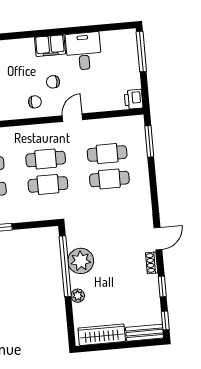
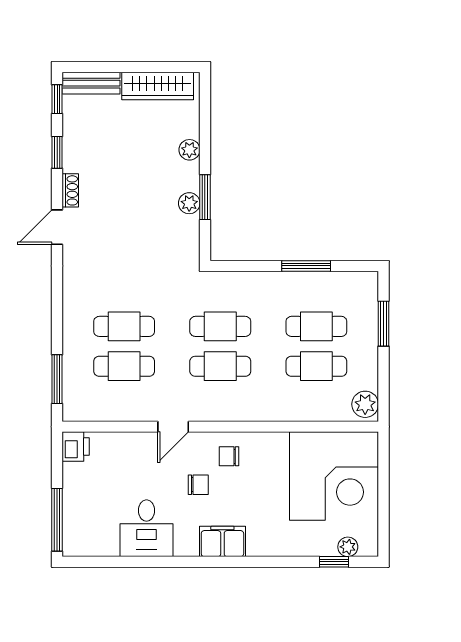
filing cabinet: (50, 46) -> (222, 541), moved
plant: (81, 261) -> (189, 203), width x0.53, depth x0.53
window: (65, 266) -> (205, 197), width x0.47

